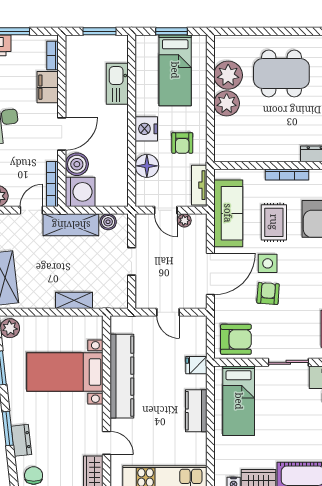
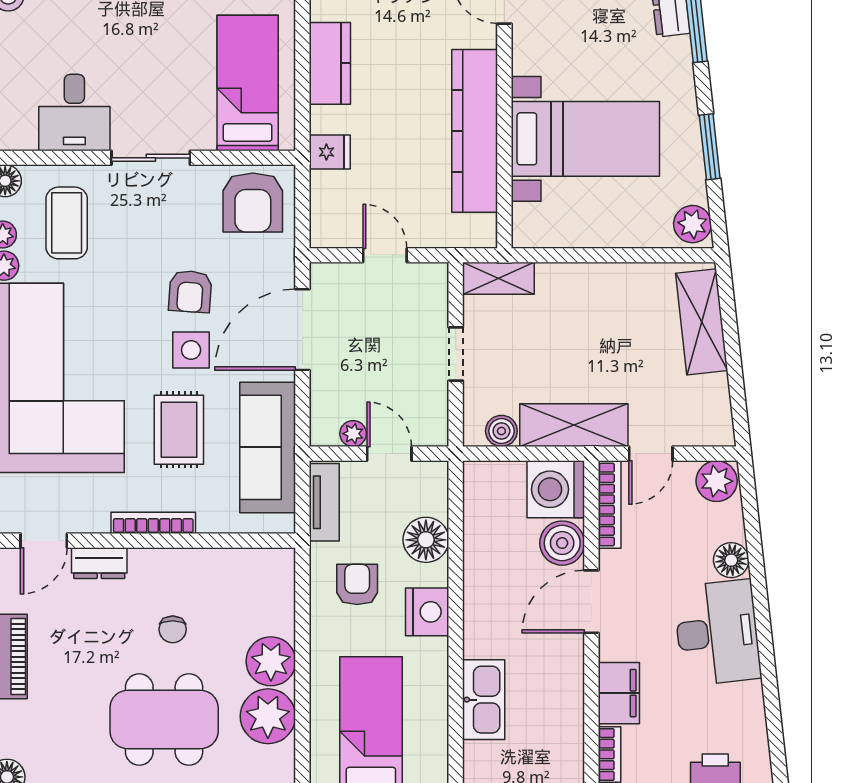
chair: (277, 120) -> (173, 629), added
shelving: (74, 300) -> (498, 278), moved
armchair: (236, 339) -> (253, 202), turned -90

